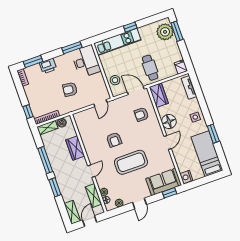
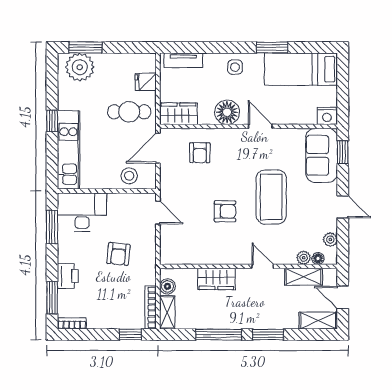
fridge: (181, 67) -> (146, 82), moved

